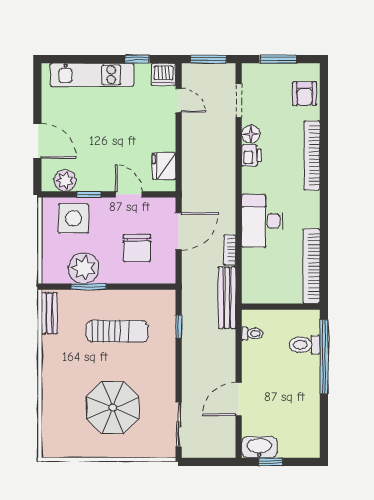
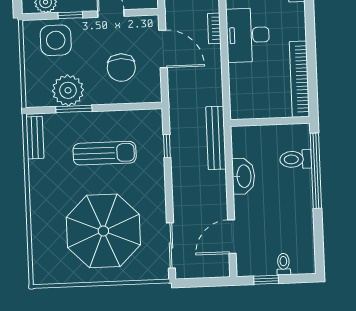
door: (179, 231) -> (163, 49), hinge flipped
bookcase: (230, 250) -> (214, 28), moved
bench: (227, 298) -> (216, 138), moved
toilet: (252, 334) -> (283, 264), moved, turned -90
door: (239, 399) -> (232, 237), moved
parasol: (113, 408) -> (103, 231), width x1.36, depth x1.36
washbasin: (259, 447) -> (243, 176), moved, turned 90

